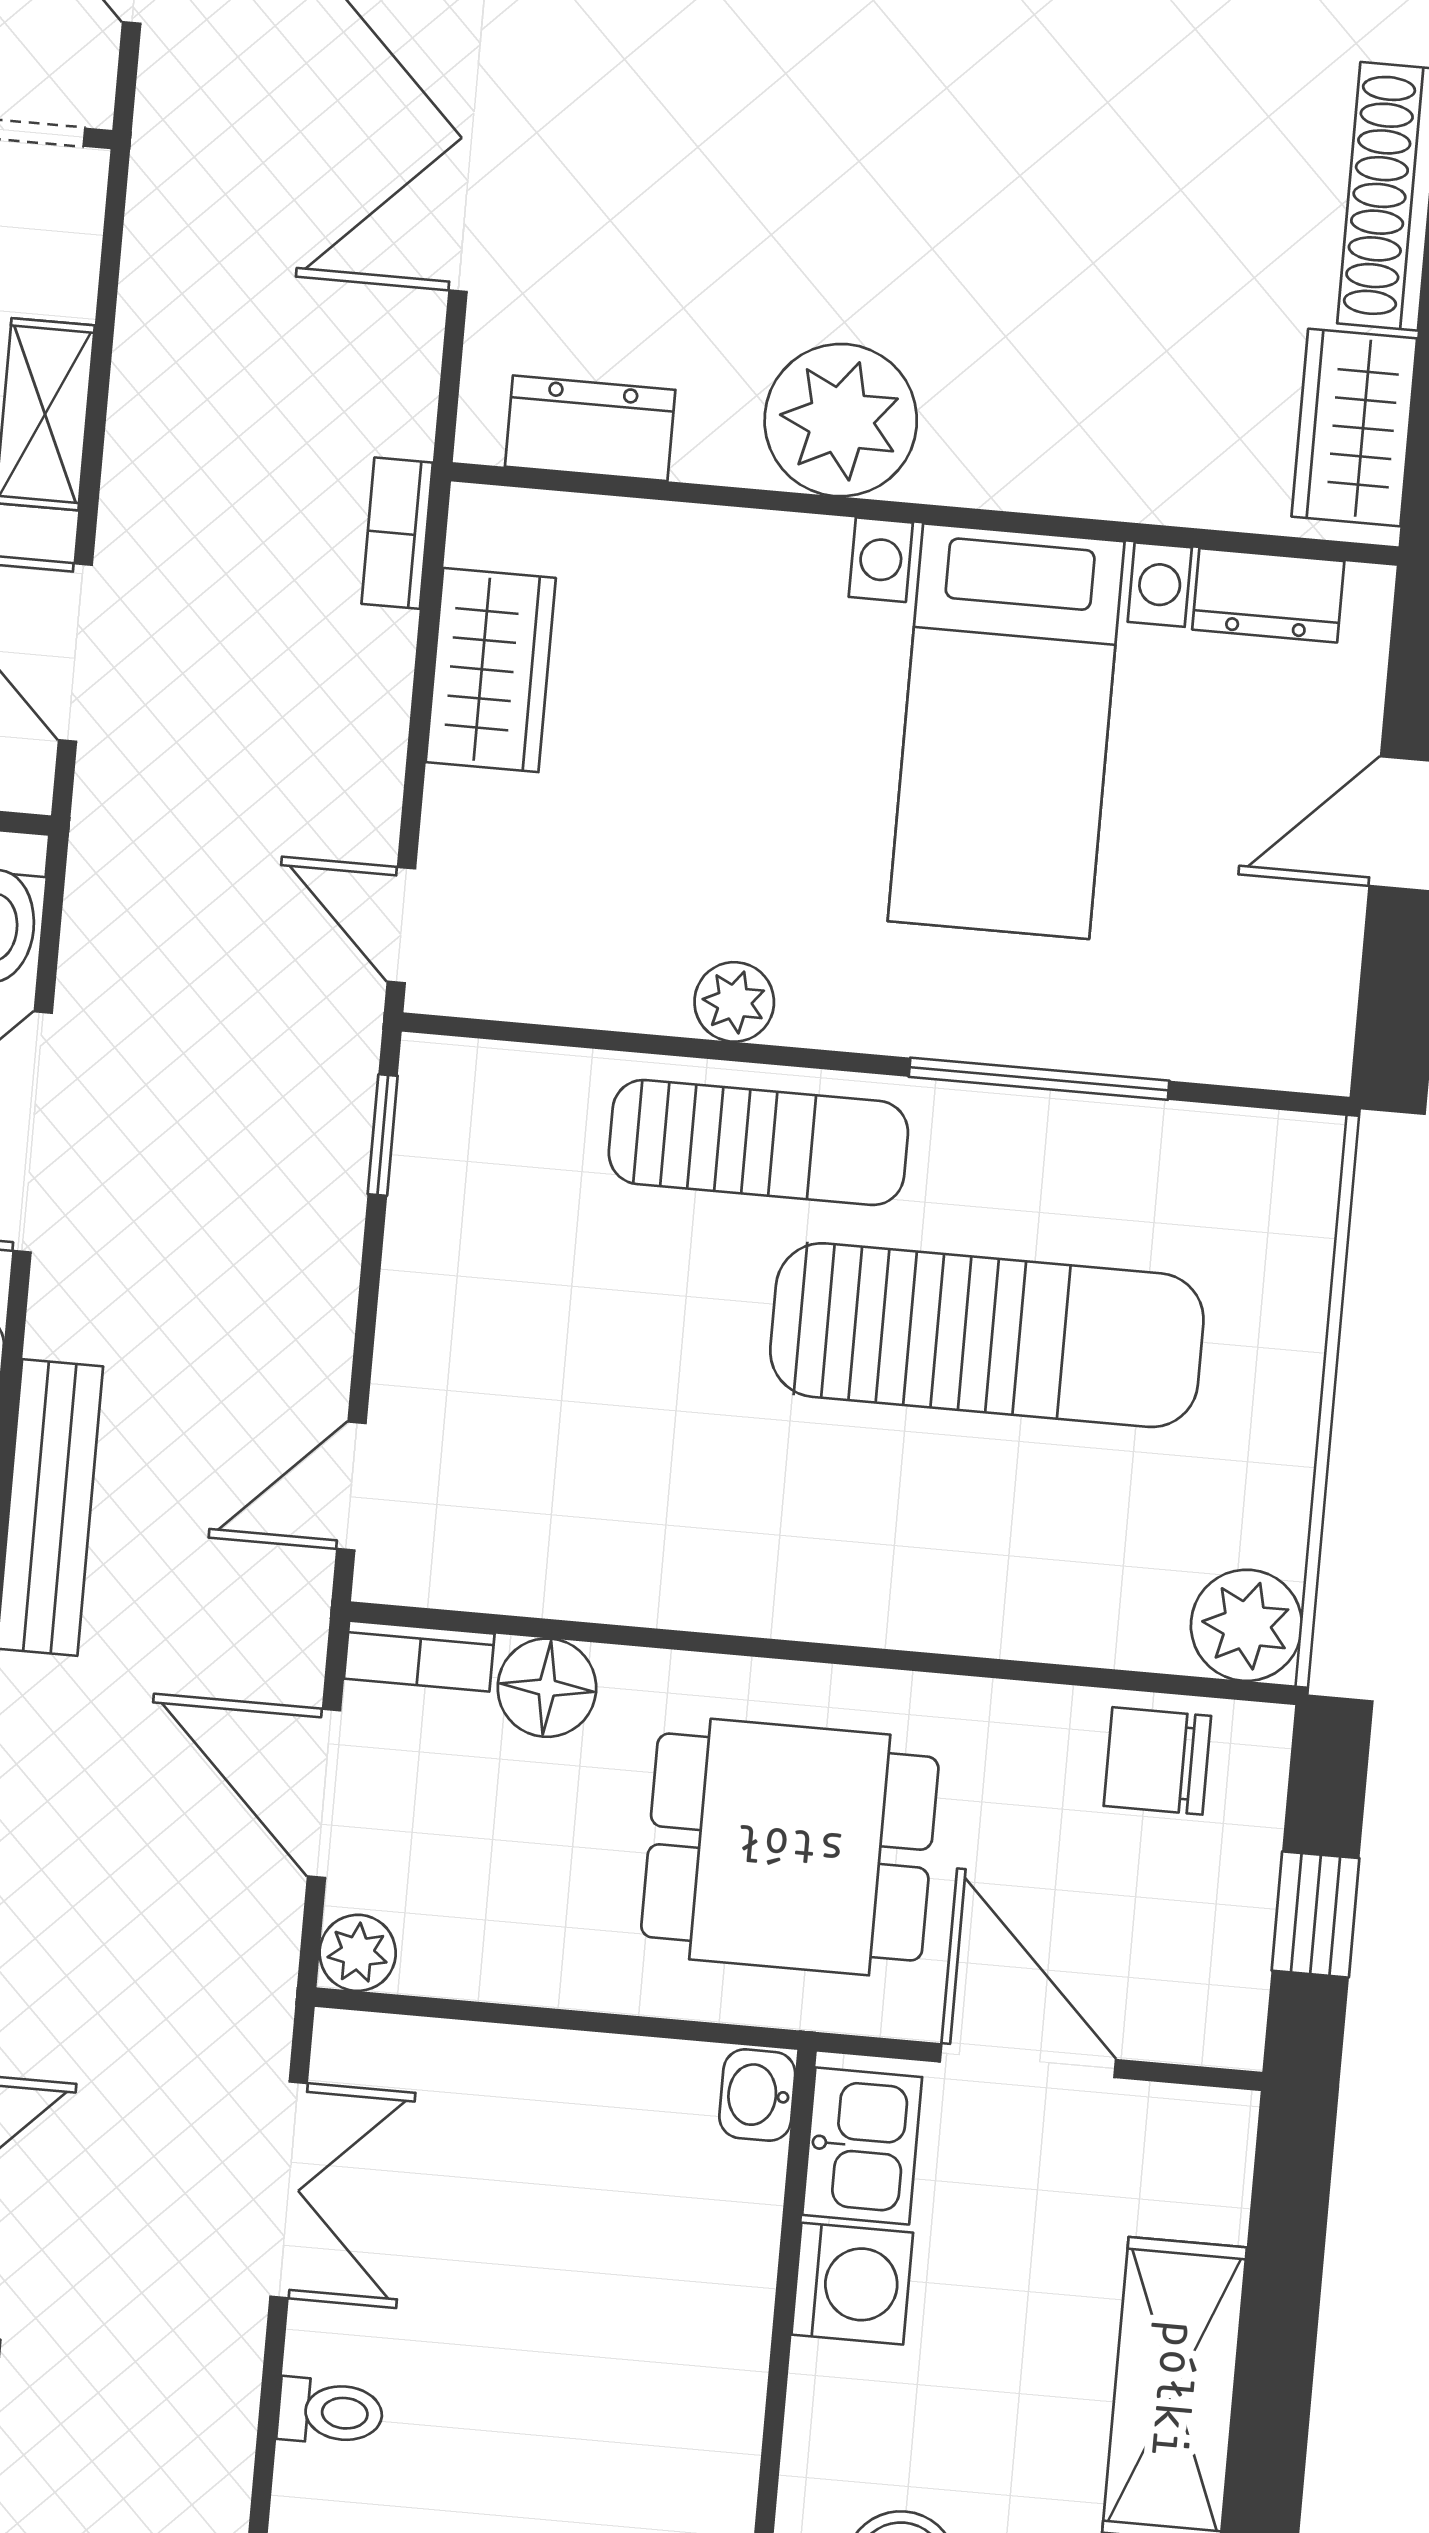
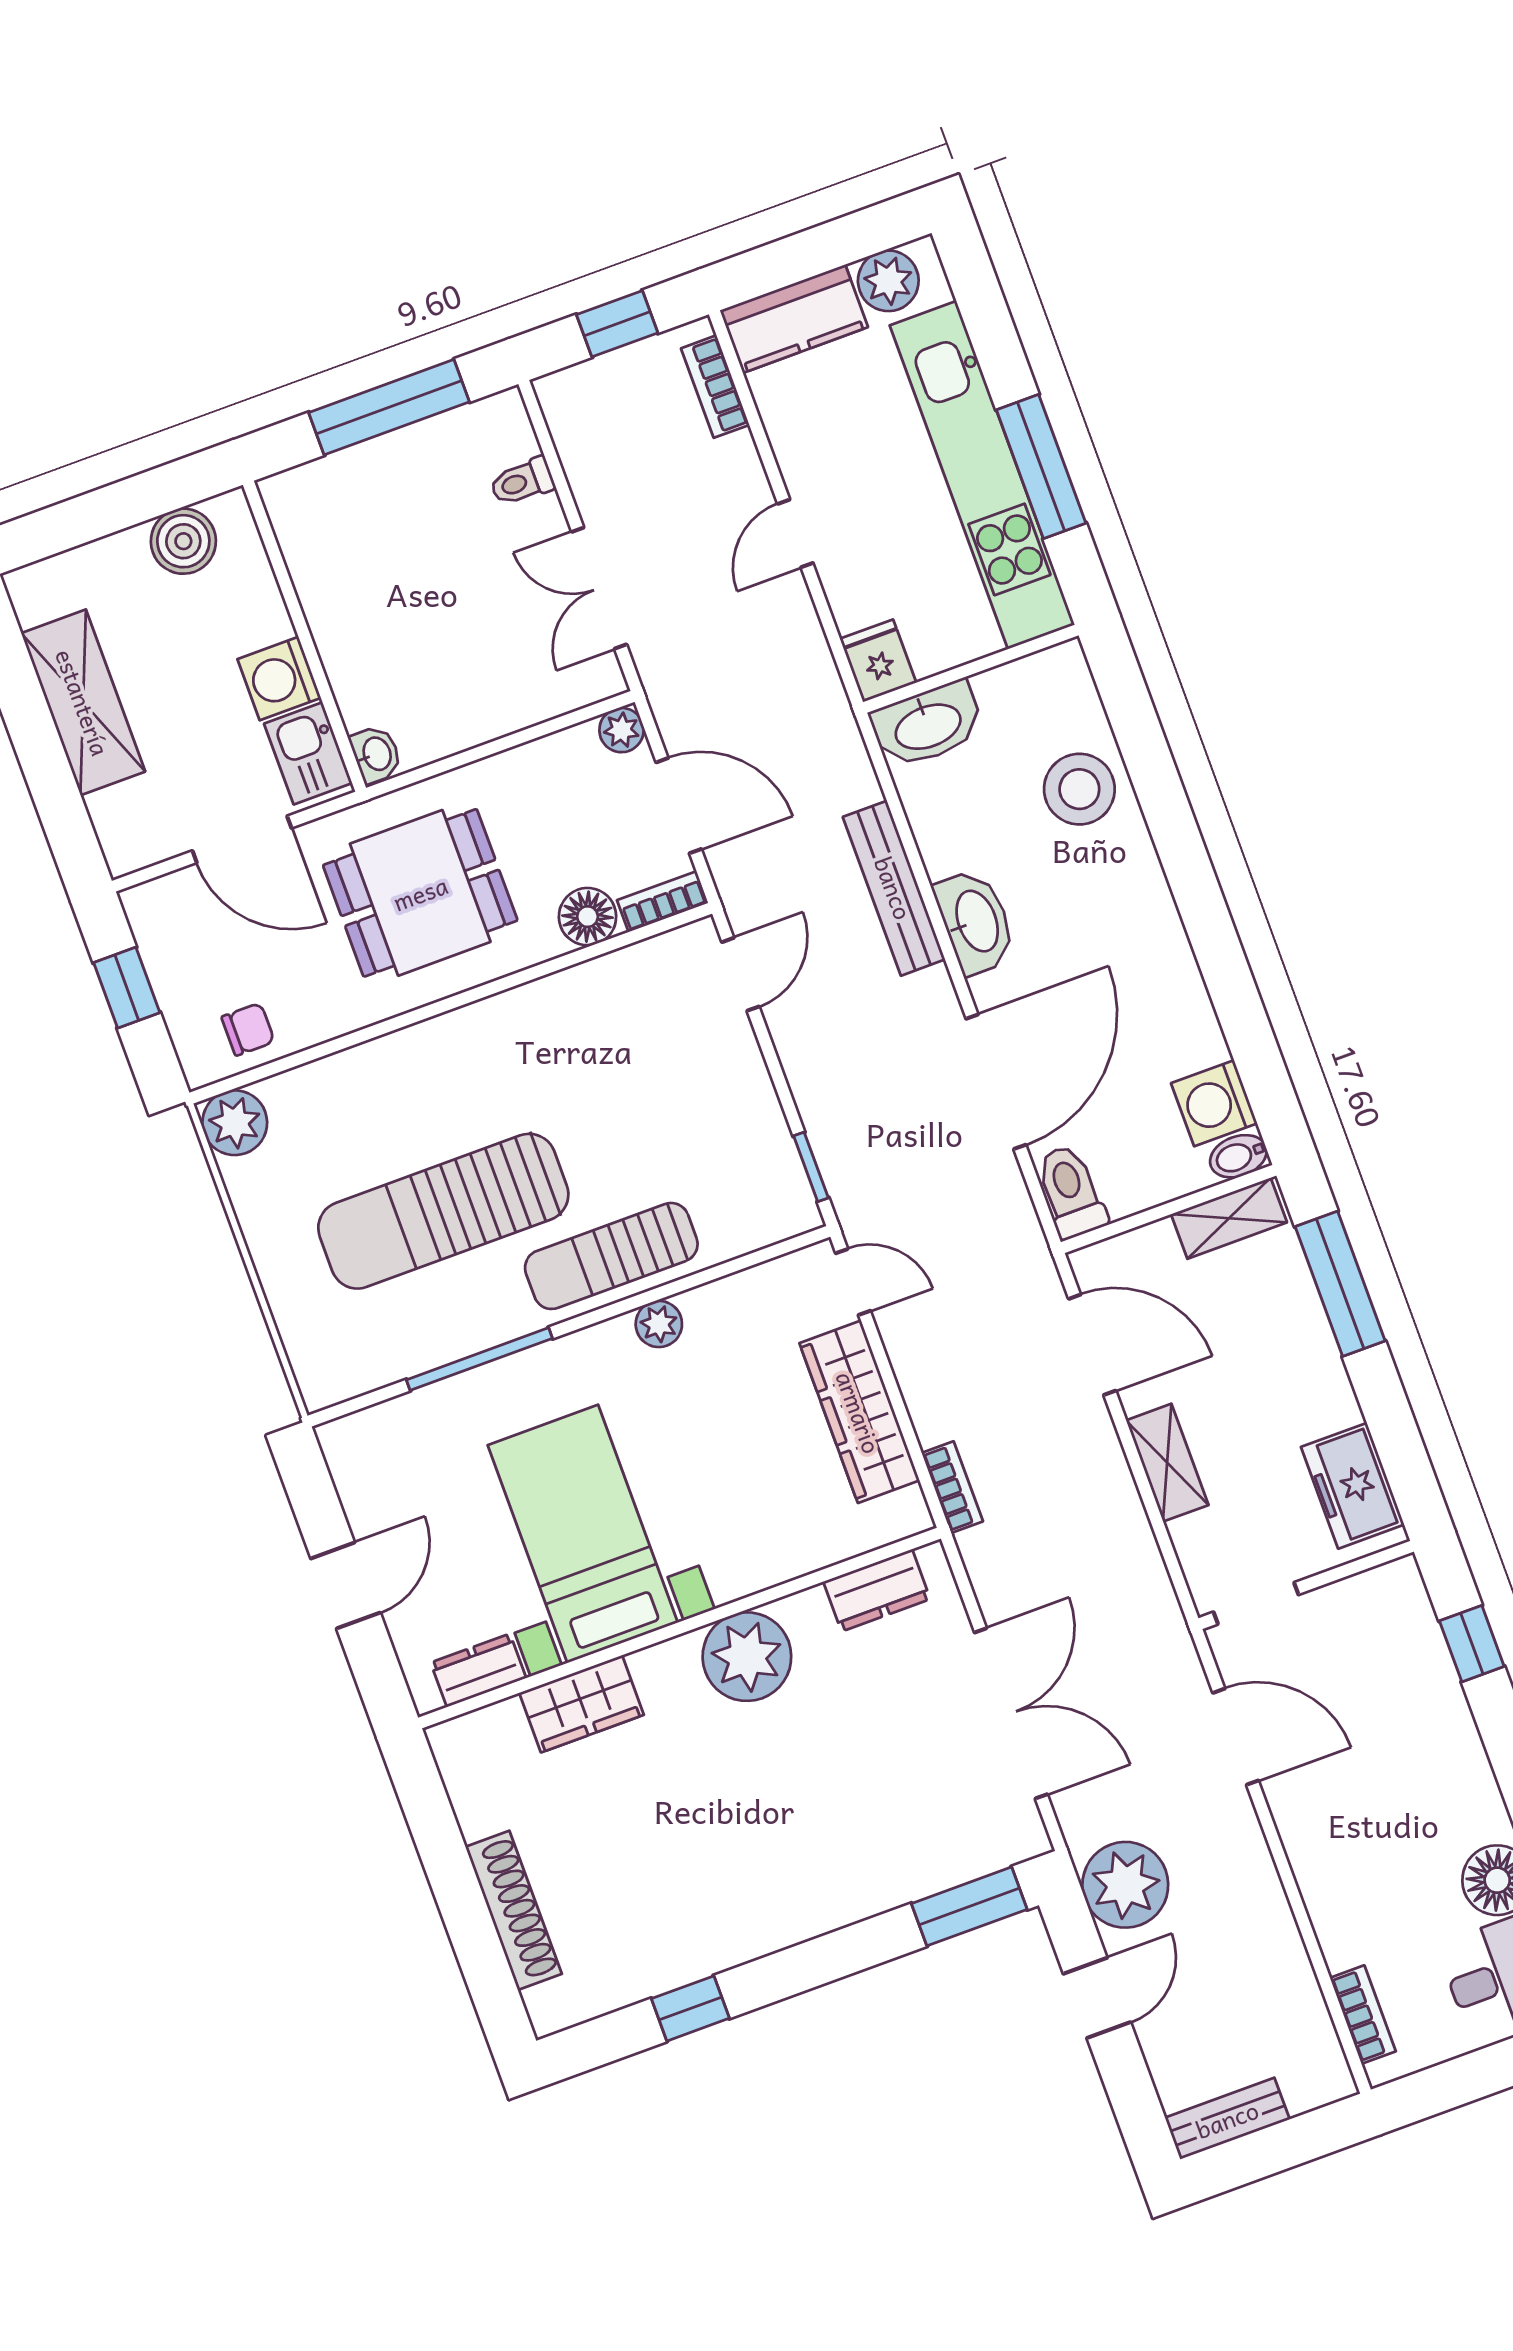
wardrobe: (1354, 427) -> (582, 1704), moved, turned 90
wardrobe: (491, 670) -> (859, 1412), width x1.50
chair: (1157, 1761) -> (248, 1029), width x0.73, depth x0.73

